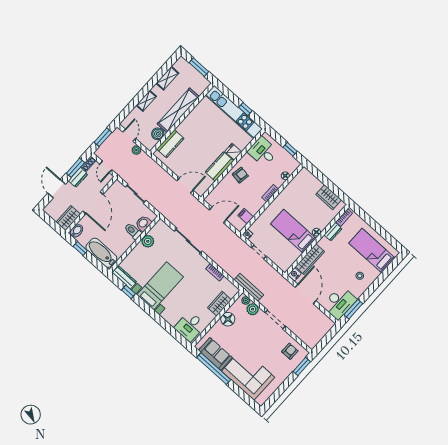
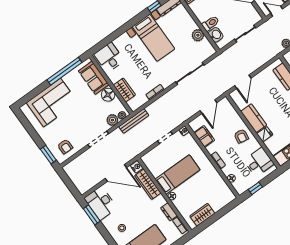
filing cabinet: (246, 216) -> (204, 136), width x2.00
sofa: (215, 354) -> (94, 78), moved, turned 90

